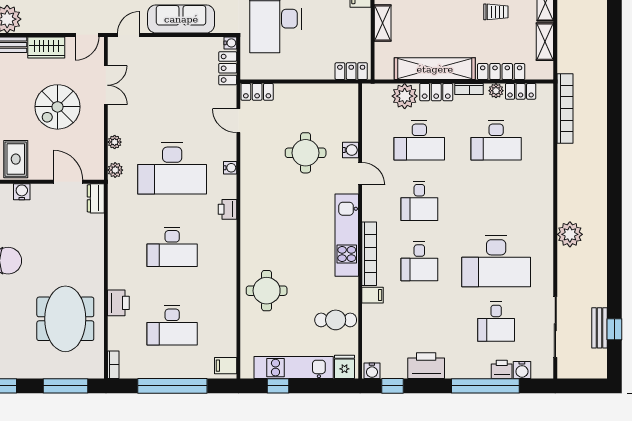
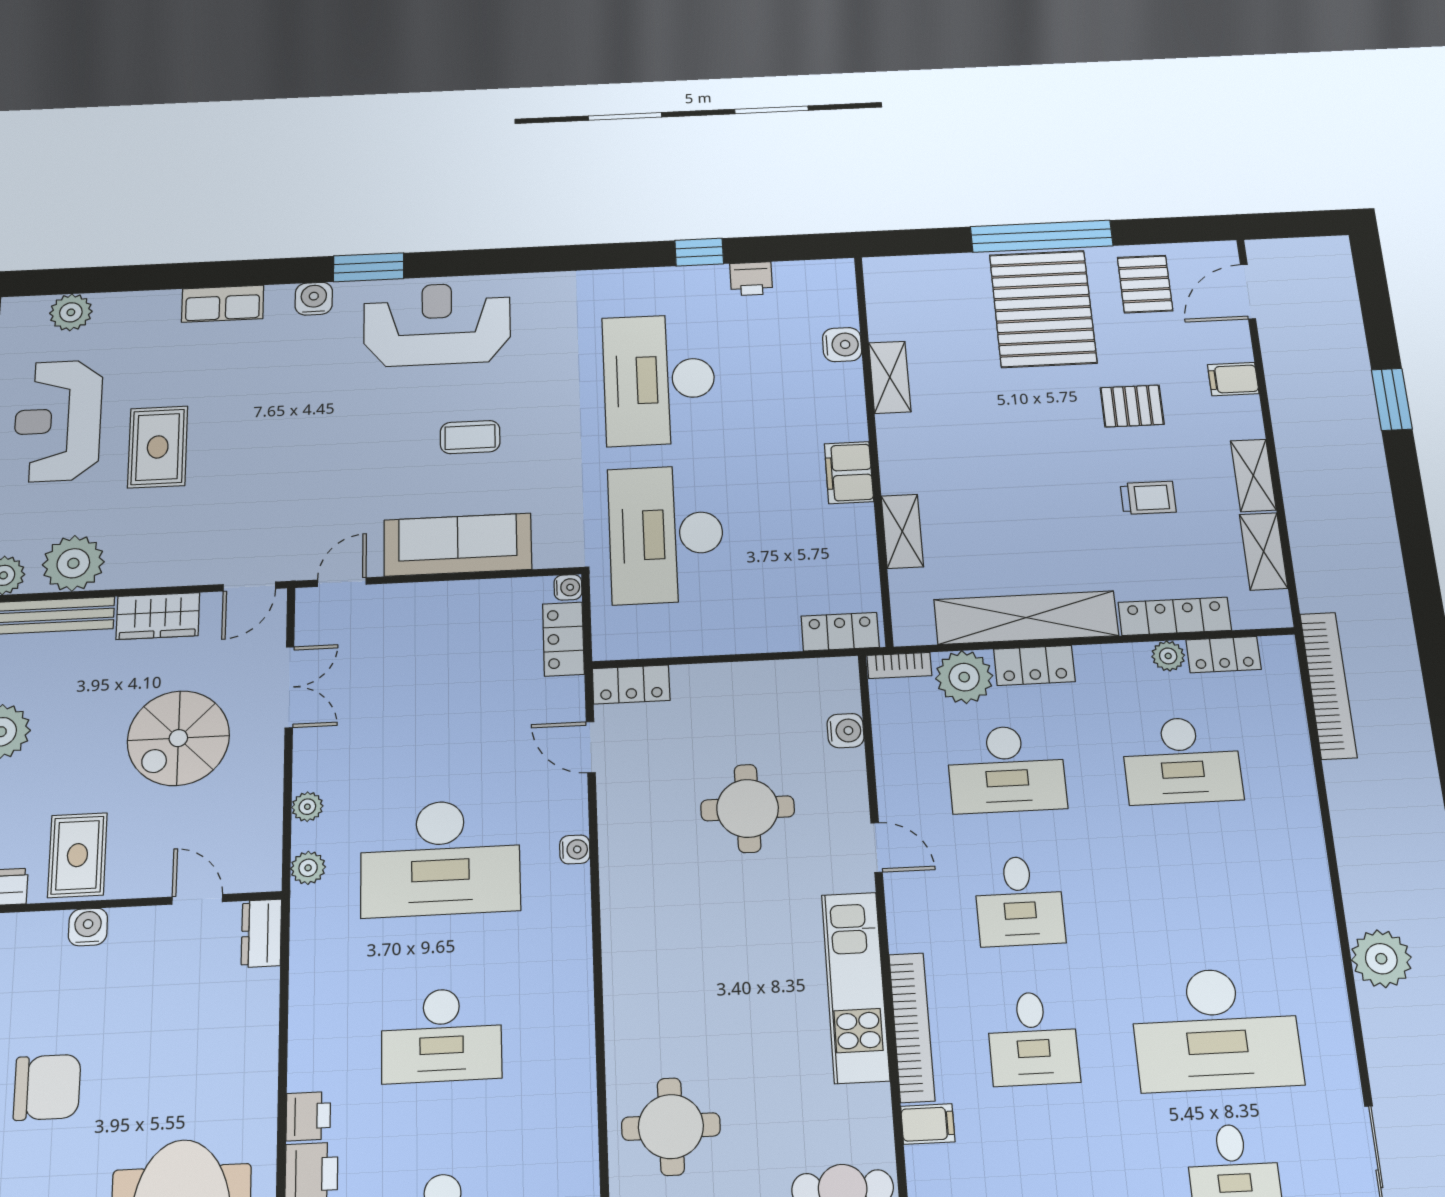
bookcase: (469, 89) -> (899, 665), moved
water cooler: (350, 150) -> (846, 731), moved
door: (68, 182) -> (197, 899), width x0.73
printer: (228, 209) -> (308, 1116), moved, turned 180

